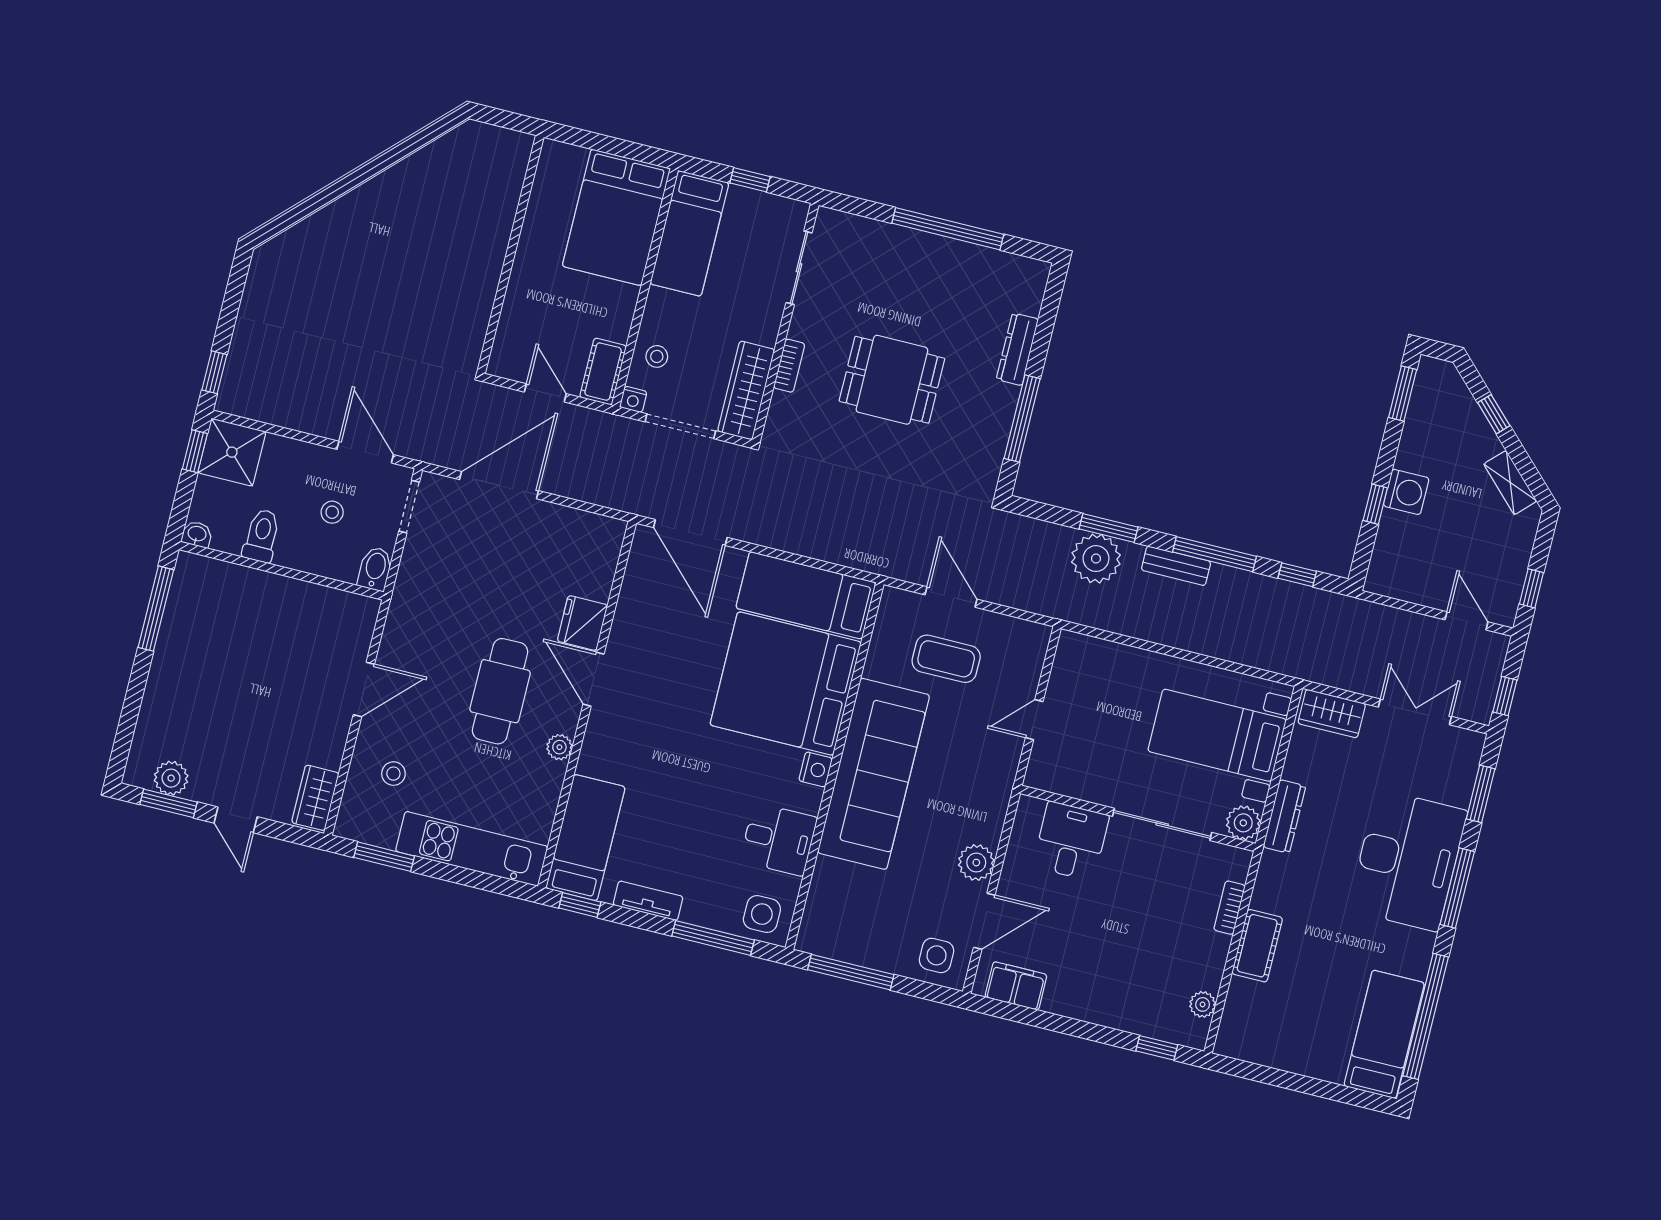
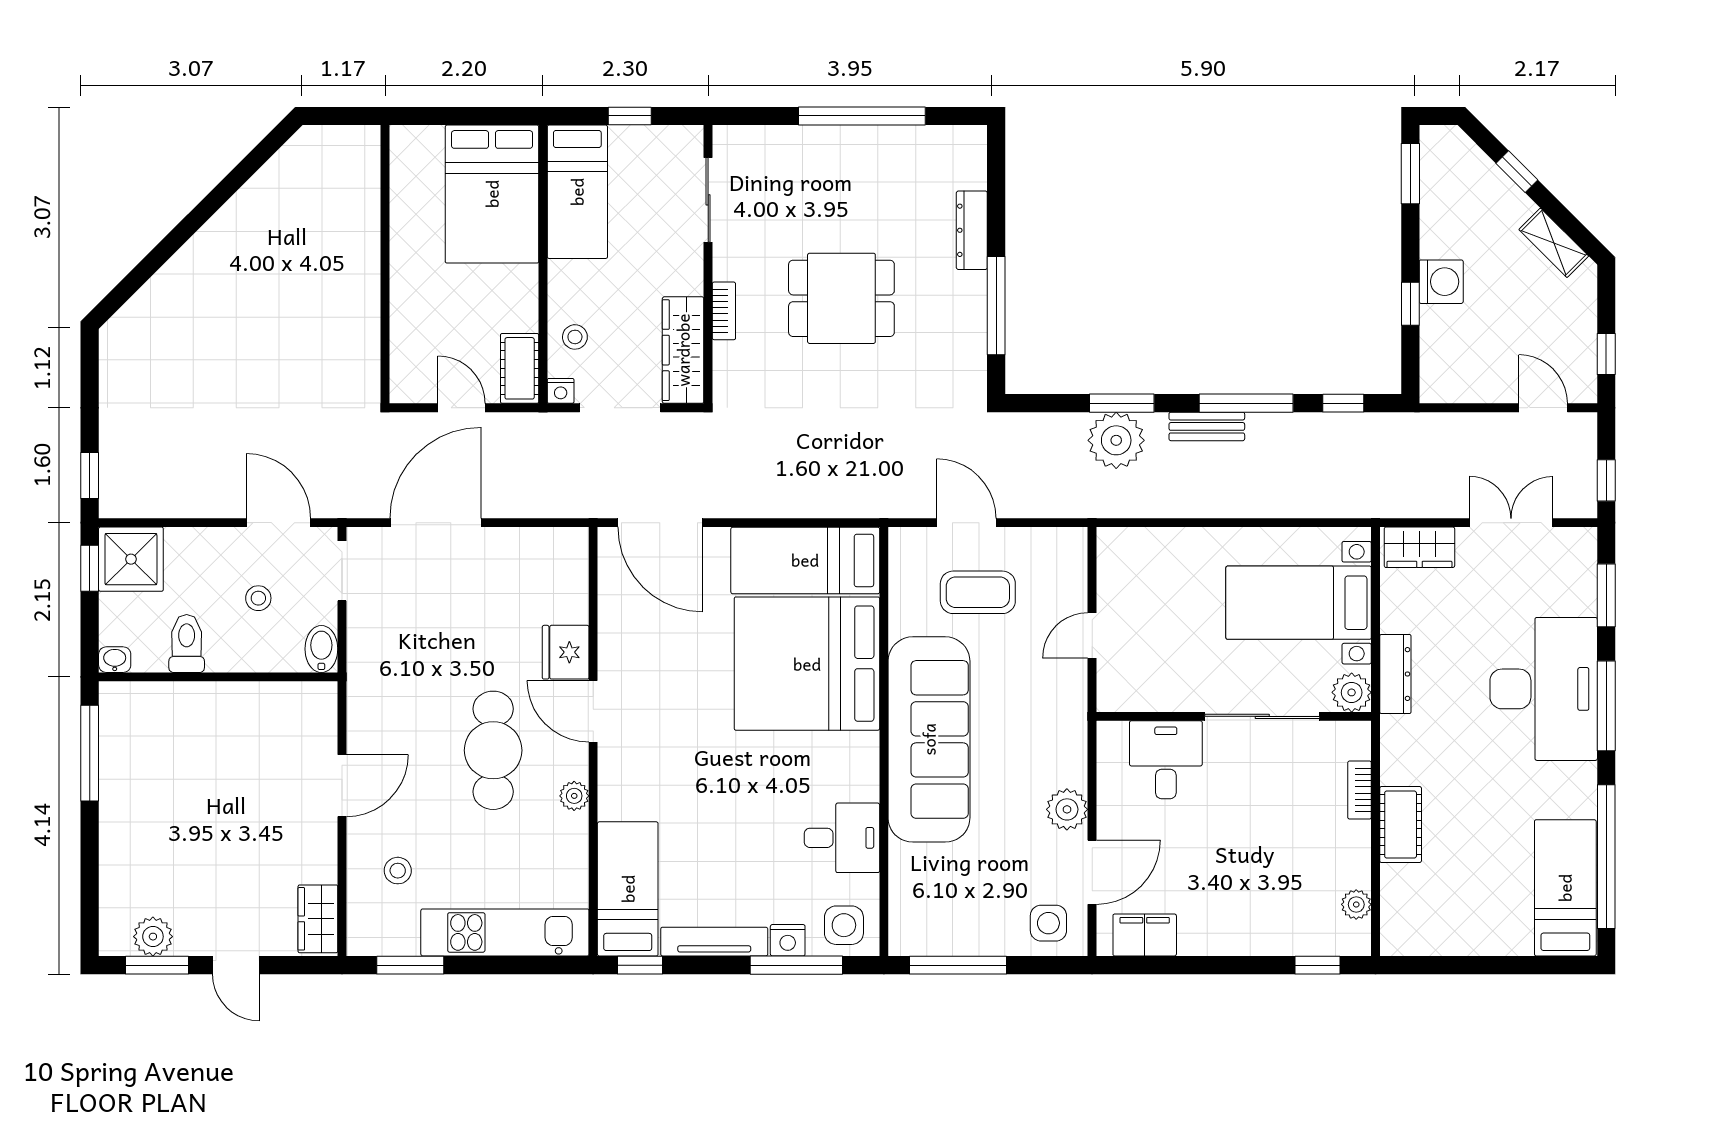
nightstand: (816, 769) -> (788, 940), moved, turned 90
tv unit: (648, 901) -> (714, 942), width x1.41

